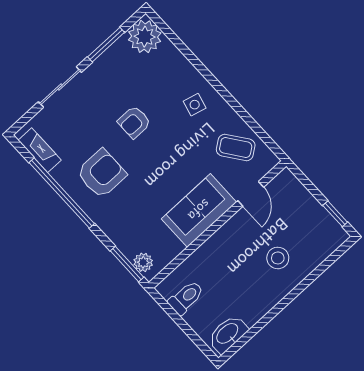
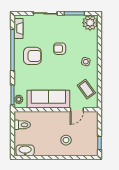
sofa: (199, 210) -> (48, 99), width x1.36

